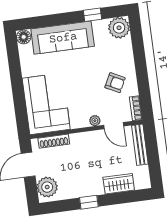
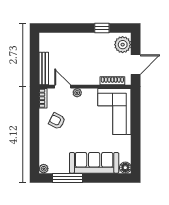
window: (93, 15) -> (68, 178), width x2.17
plant: (119, 28) -> (44, 169), width x0.53, depth x0.53
wardrobe: (119, 184) -> (65, 40), removed
window: (89, 202) -> (102, 28), moved

